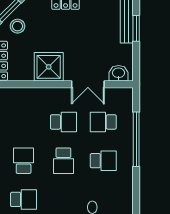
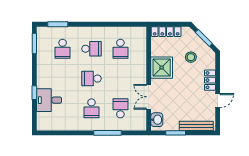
stool: (17, 26) -> (191, 57), moved
window: (136, 28) -> (176, 133), moved
school desk: (63, 122) -> (120, 49), moved
window: (136, 139) -> (108, 133), width x0.68

